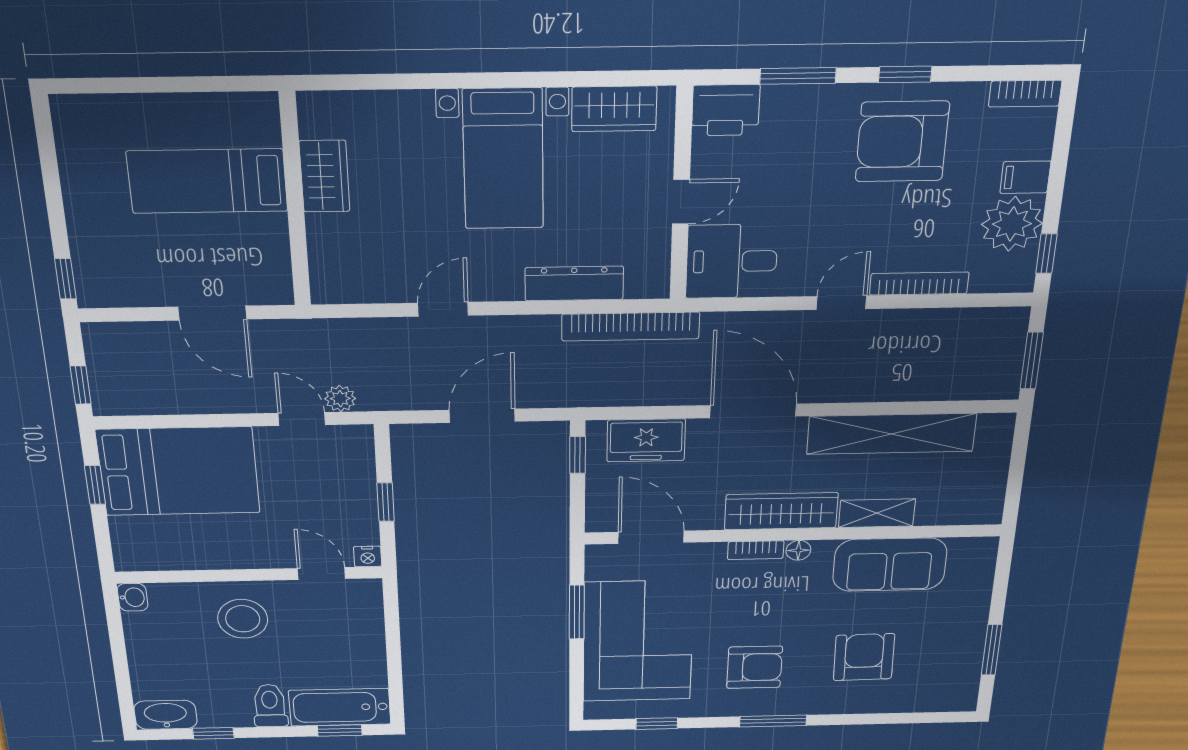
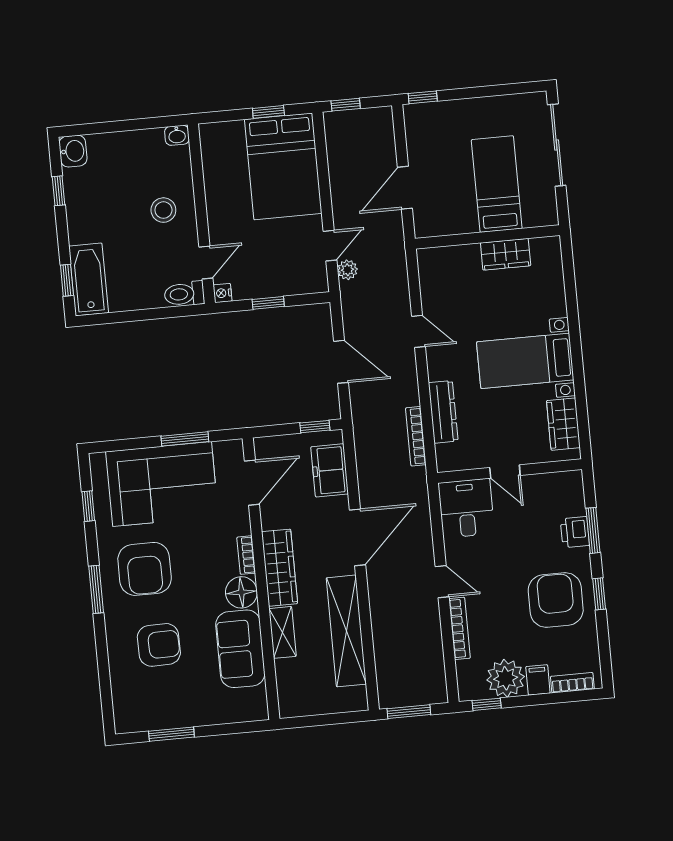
sliding door: (141, 85) -> (557, 145), added
bookcase: (1025, 94) -> (572, 683), moved, turned 90
printer: (726, 110) -> (575, 532), moved, width x0.73, depth x0.81
bookcase: (631, 327) -> (416, 436), width x0.68, depth x0.76
floor lamp: (798, 550) -> (241, 592), width x1.89, depth x1.89
stool: (243, 619) -> (163, 210), width x0.73, depth x0.73
armchair: (755, 667) -> (145, 569), width x1.36, depth x1.36
toilet: (270, 706) -> (184, 294), moved, turned 180
washbasin: (166, 715) -> (73, 151), width x0.72

